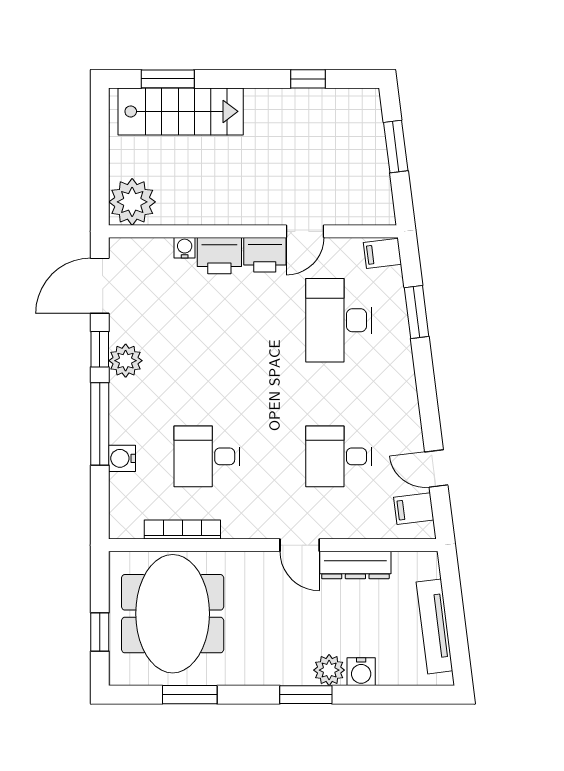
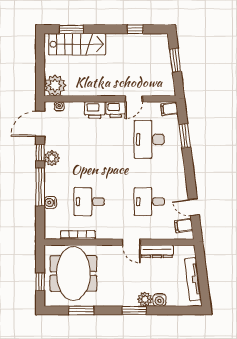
water cooler: (185, 248) -> (59, 106), moved

